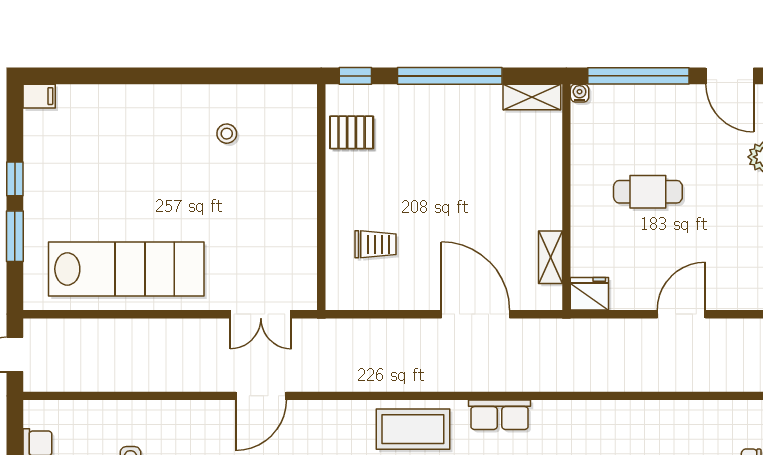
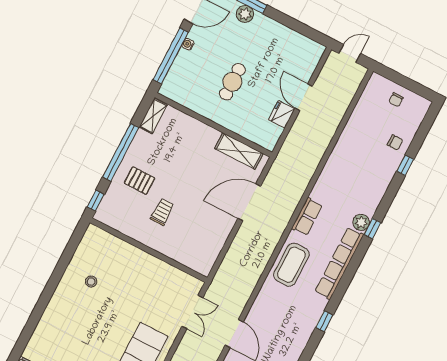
water cooler: (580, 93) -> (188, 44), moved
pallet: (352, 132) -> (140, 181), moved, turned 90
trolley: (375, 244) -> (162, 212), moved
shelving: (550, 257) -> (239, 151), width x1.50, depth x1.33
fridge: (589, 294) -> (282, 114), moved

